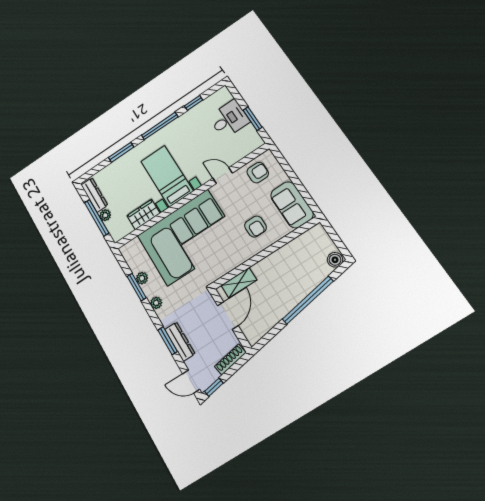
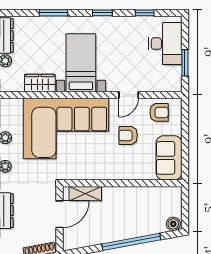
desk: (229, 119) -> (165, 44), width x1.37
window: (160, 126) -> (102, 13), width x0.46
door: (223, 176) -> (129, 95), swing flipped
armchair: (255, 227) -> (128, 135), moved, turned 90

